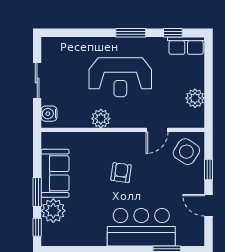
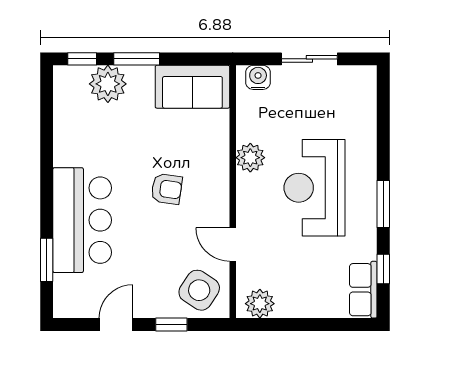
plant: (195, 98) -> (260, 304), moved
sofa: (55, 173) -> (192, 87), moved

